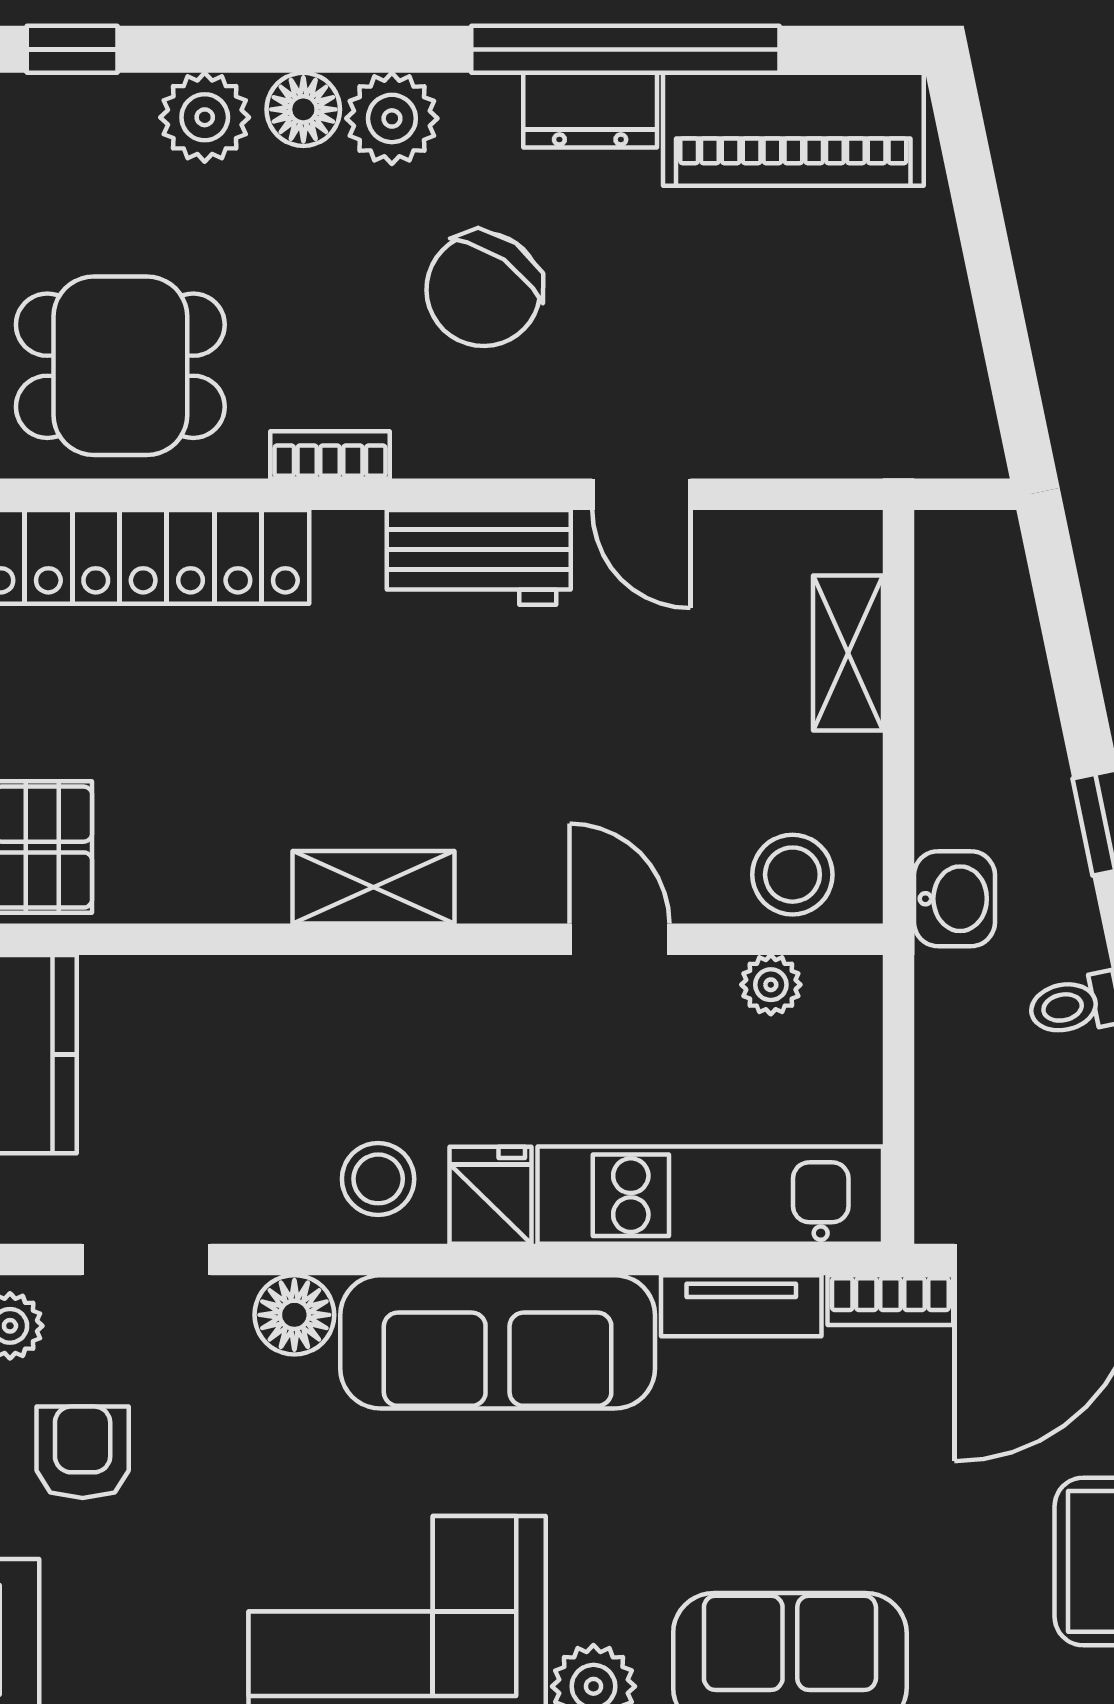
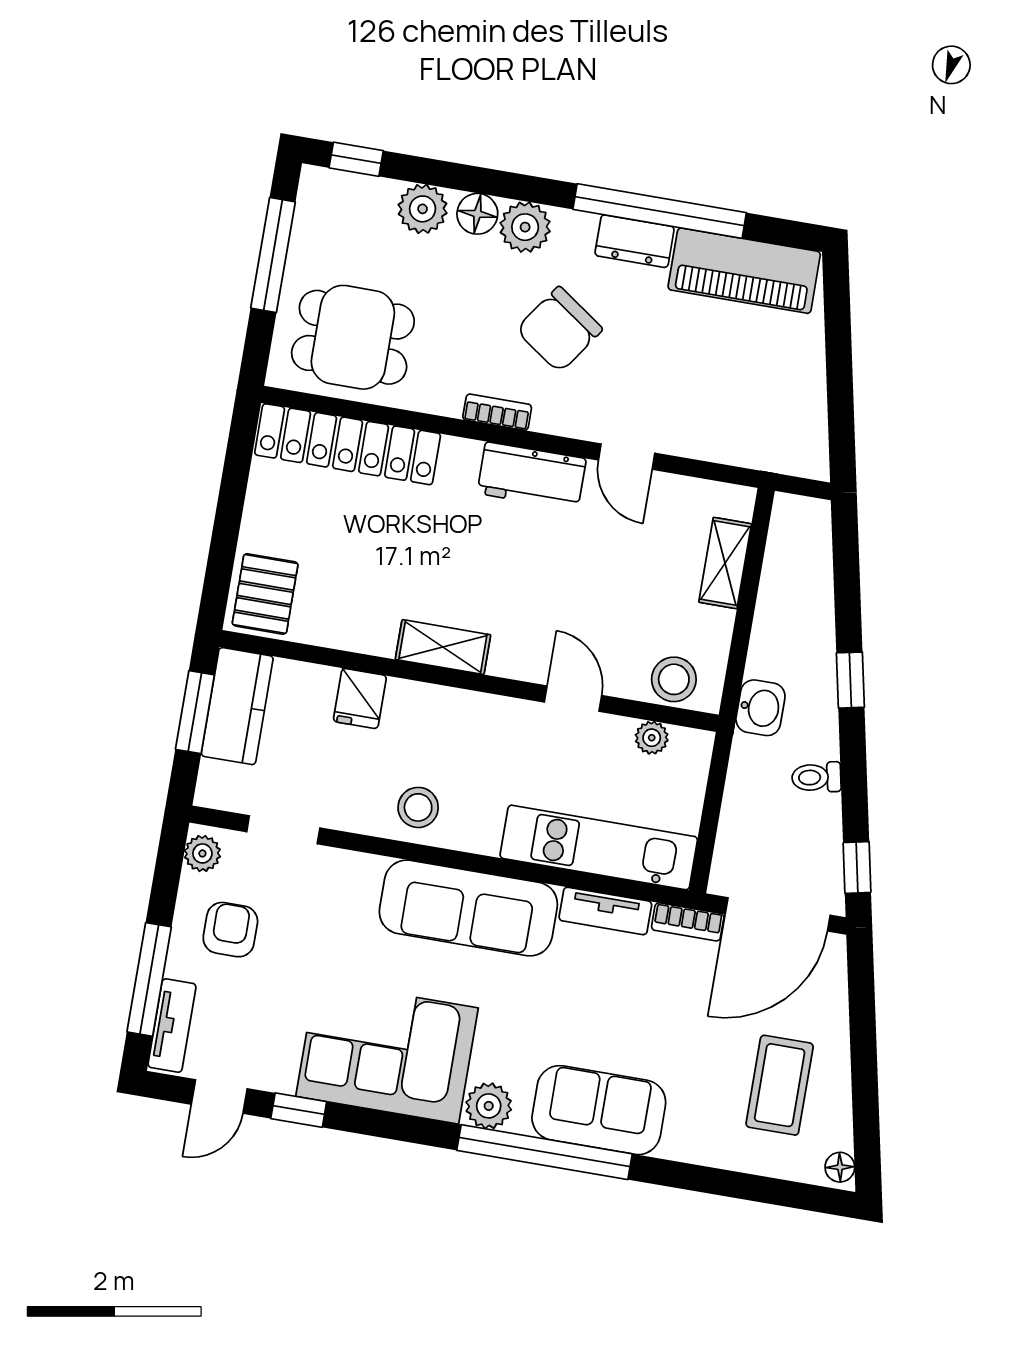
bookcase: (330, 455) -> (497, 412), moved
fridge: (491, 1195) -> (360, 698), moved, turned 180
floor lamp: (294, 1315) -> (359, 874), removed

